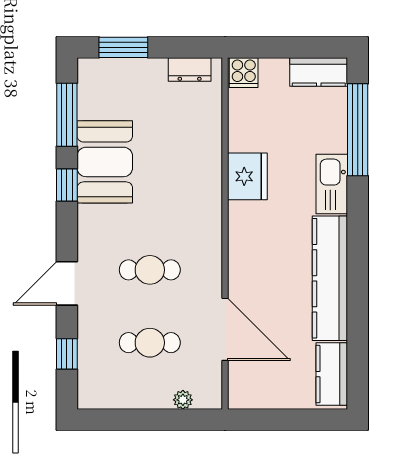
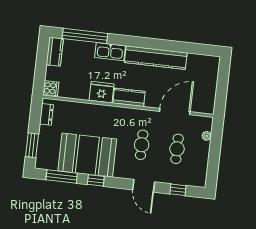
booth: (105, 162) -> (87, 155), width x1.36, depth x1.42
kitchen counter: (332, 374) -> (129, 97), moved, turned 180

